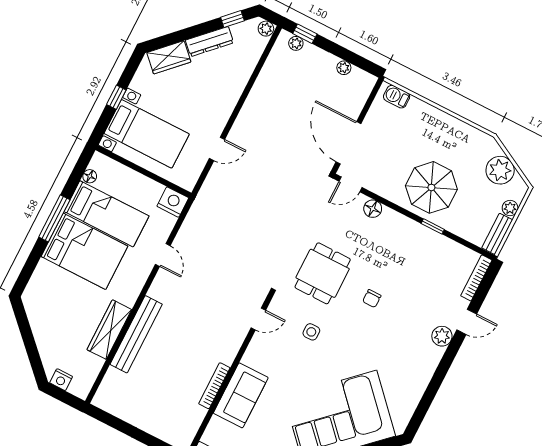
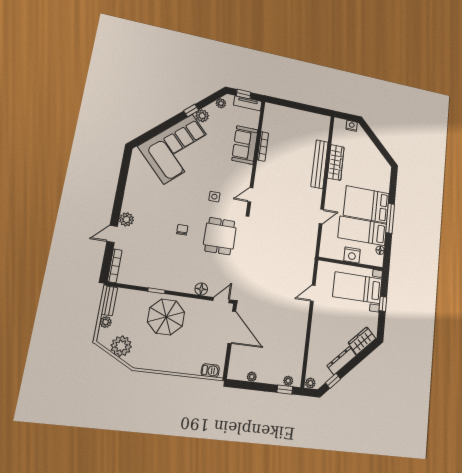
nightstand: (173, 202) -> (352, 255), moved
door: (163, 255) -> (321, 216), swing flipped

